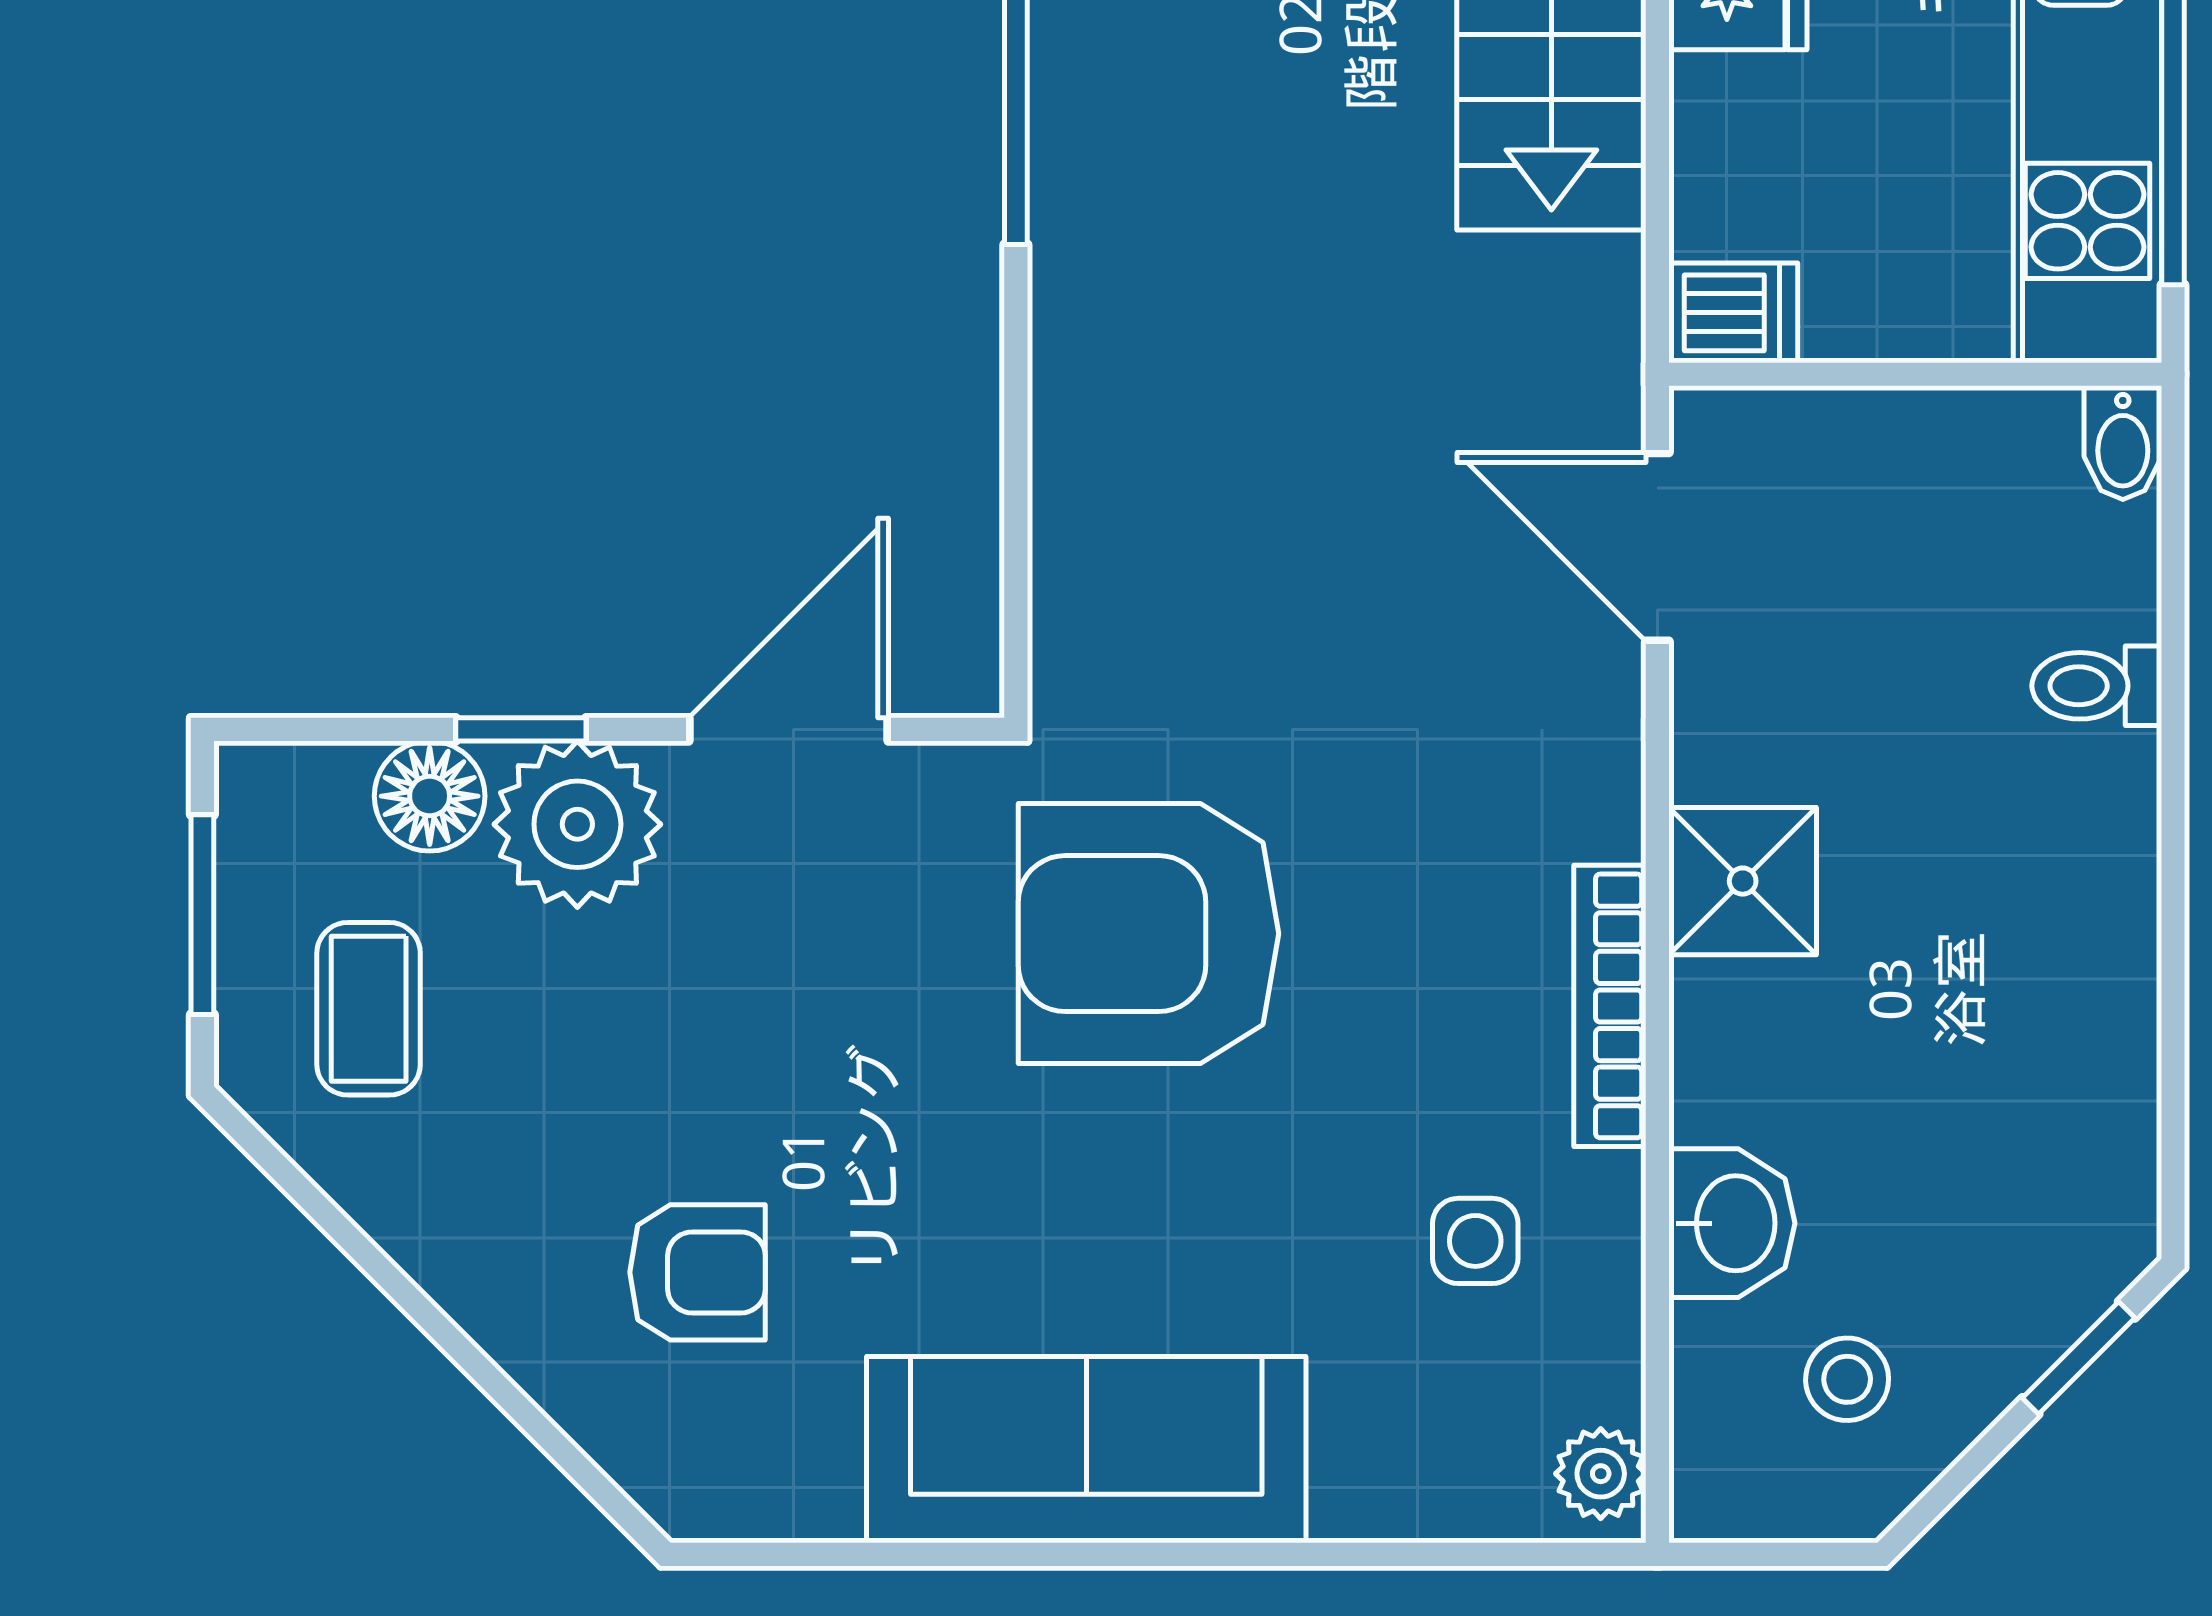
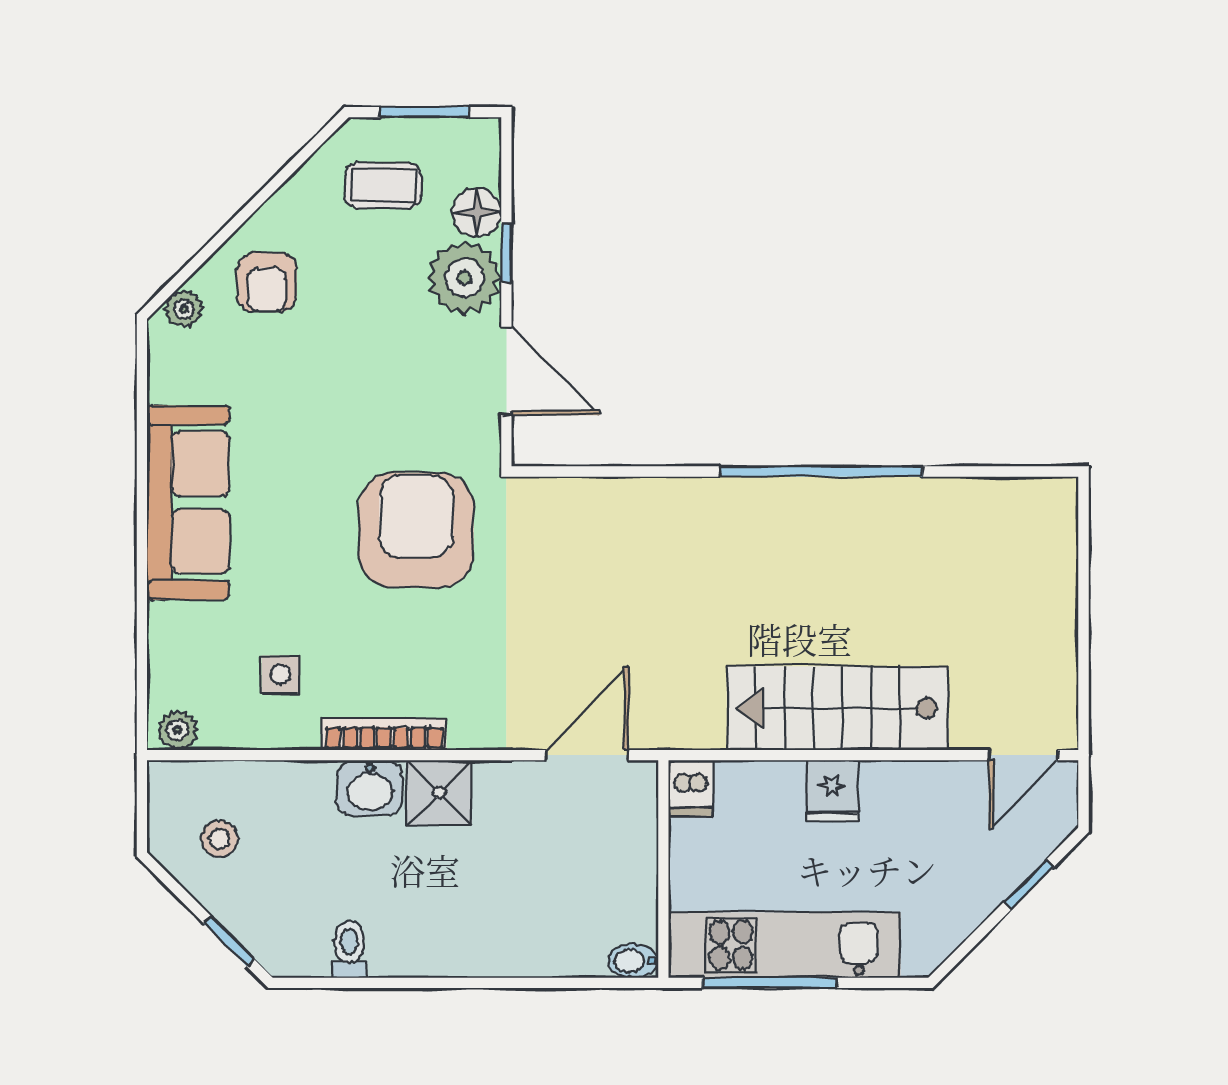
toilet: (2097, 686) -> (349, 949), moved
washbasin: (1732, 1223) -> (370, 788), moved
armchair: (698, 1272) -> (267, 282), moved
plant: (648, 1460) -> (184, 309), added

